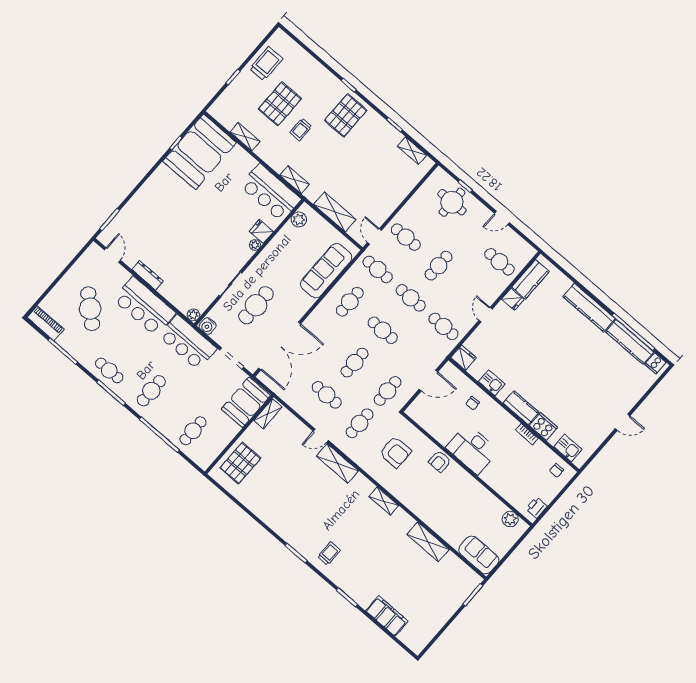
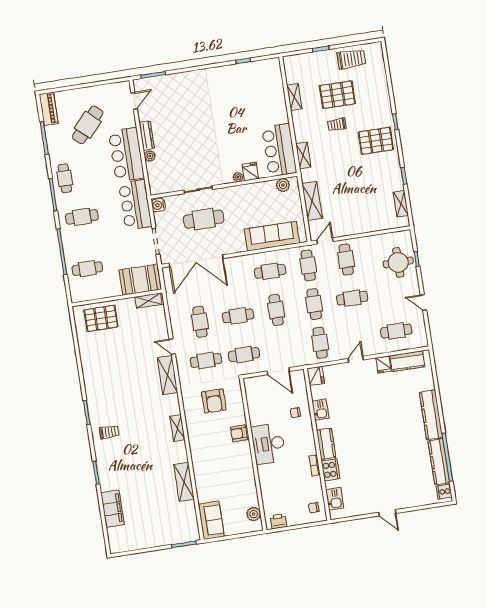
booth: (200, 152) -> (254, 81), removed
cafe table: (499, 262) -> (396, 331), turned 90
plant: (193, 315) -> (150, 156), moved

